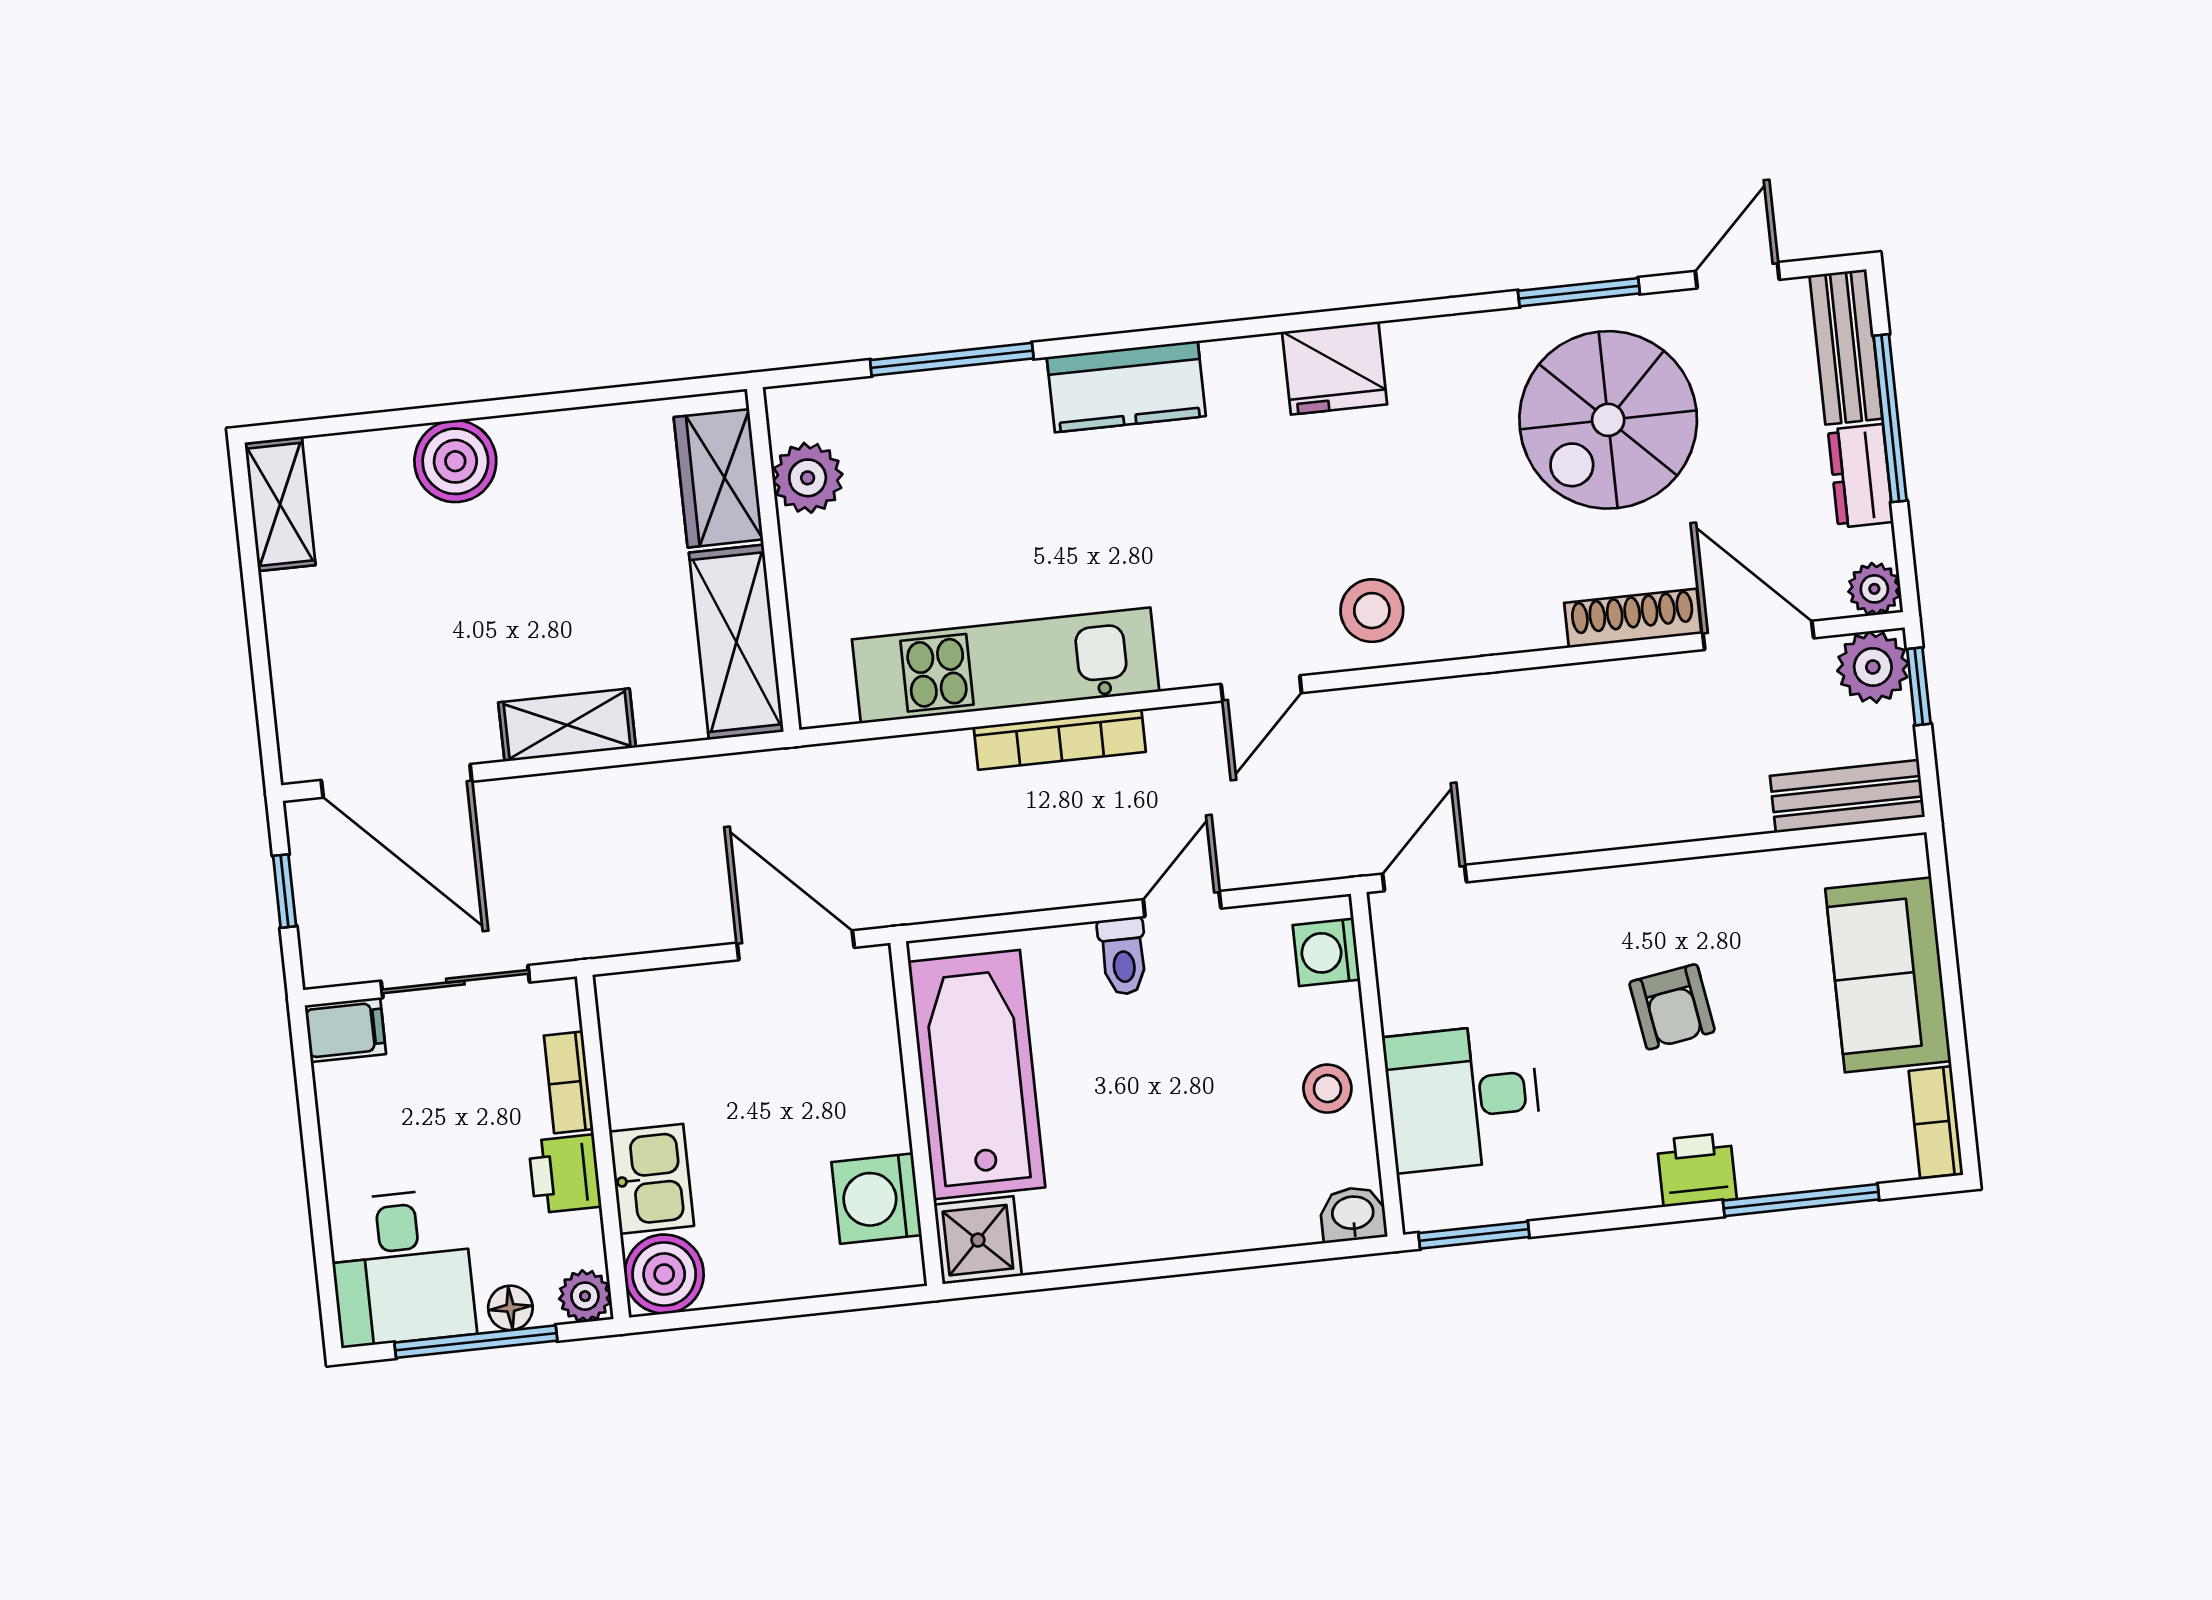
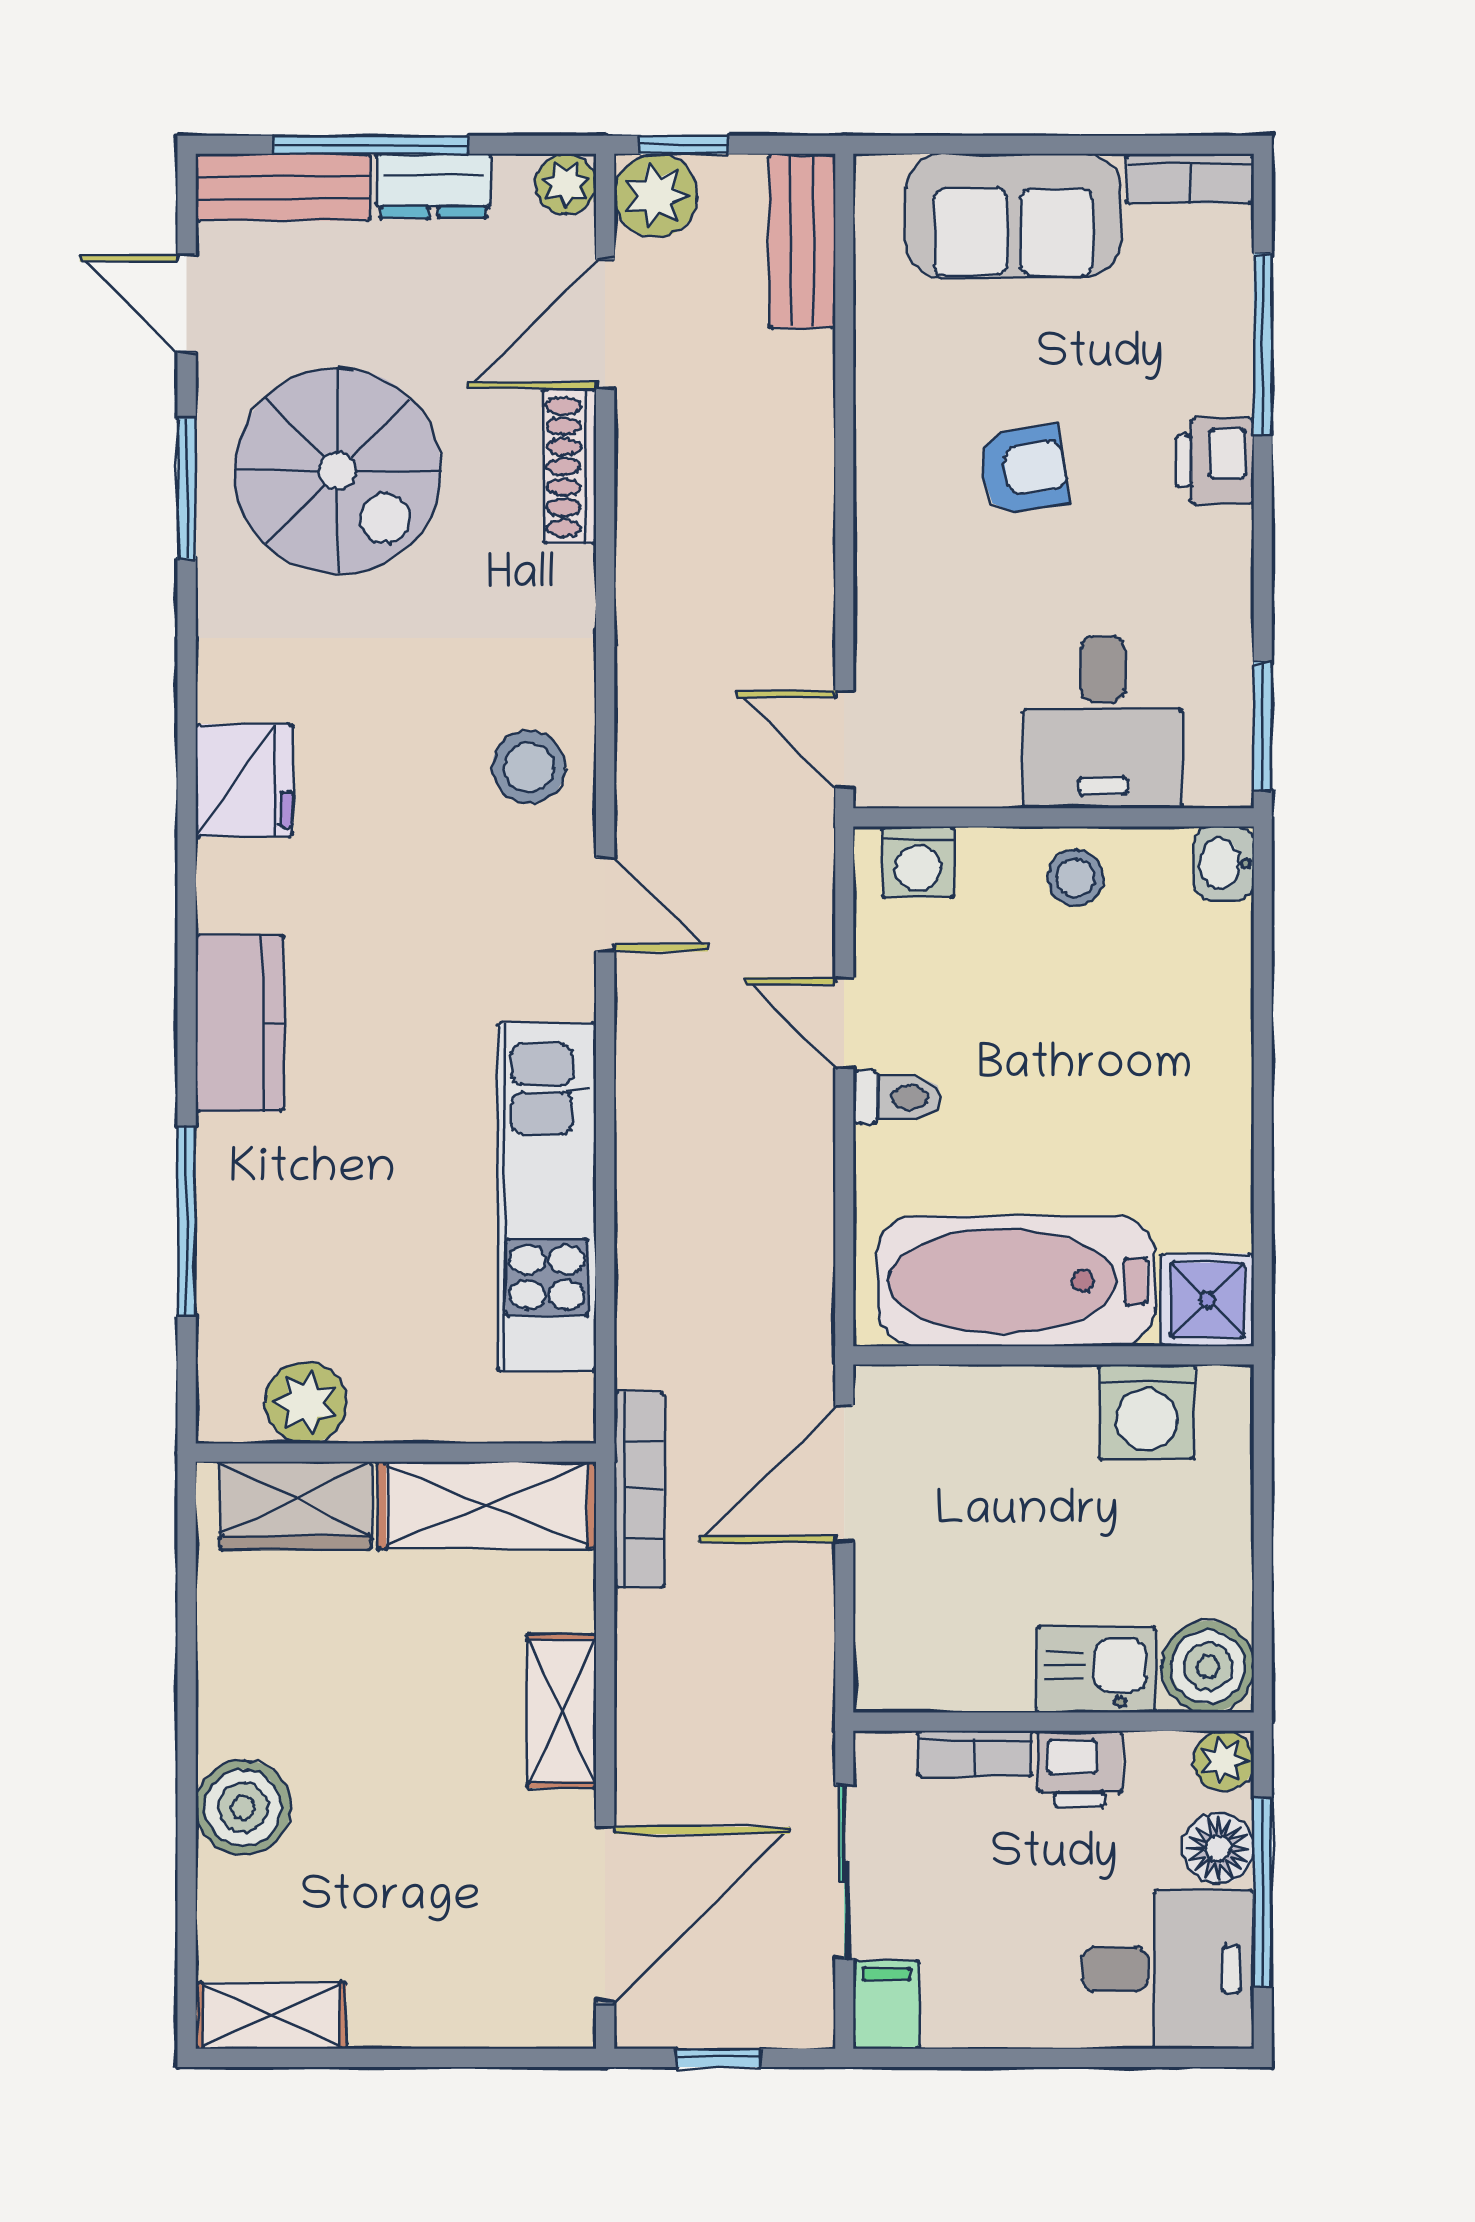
bookcase: (1060, 739) -> (639, 1489), moved
floor lamp: (510, 1308) -> (1218, 1848), width x1.37, depth x1.37

